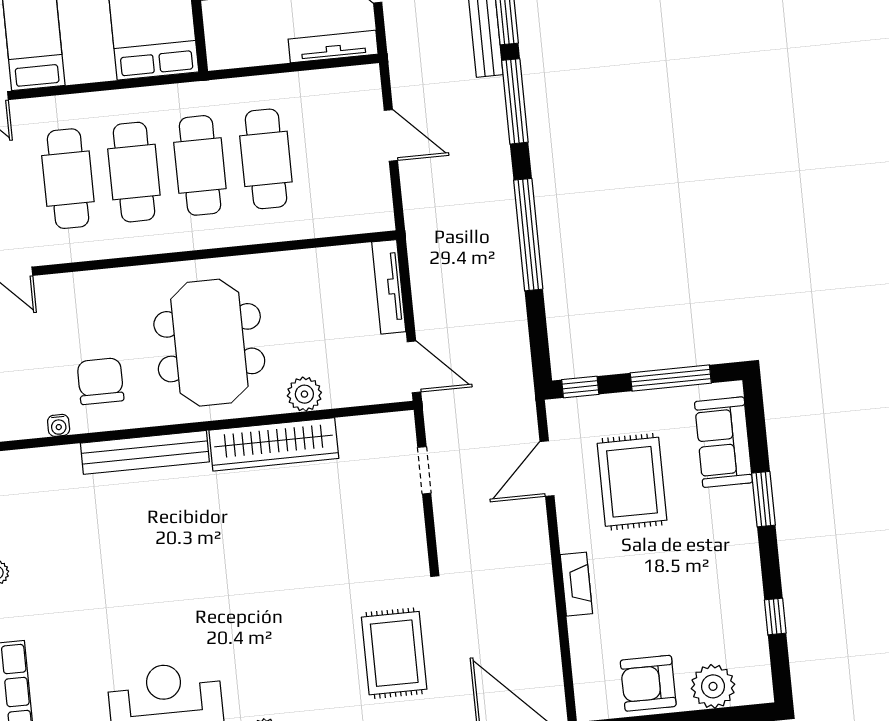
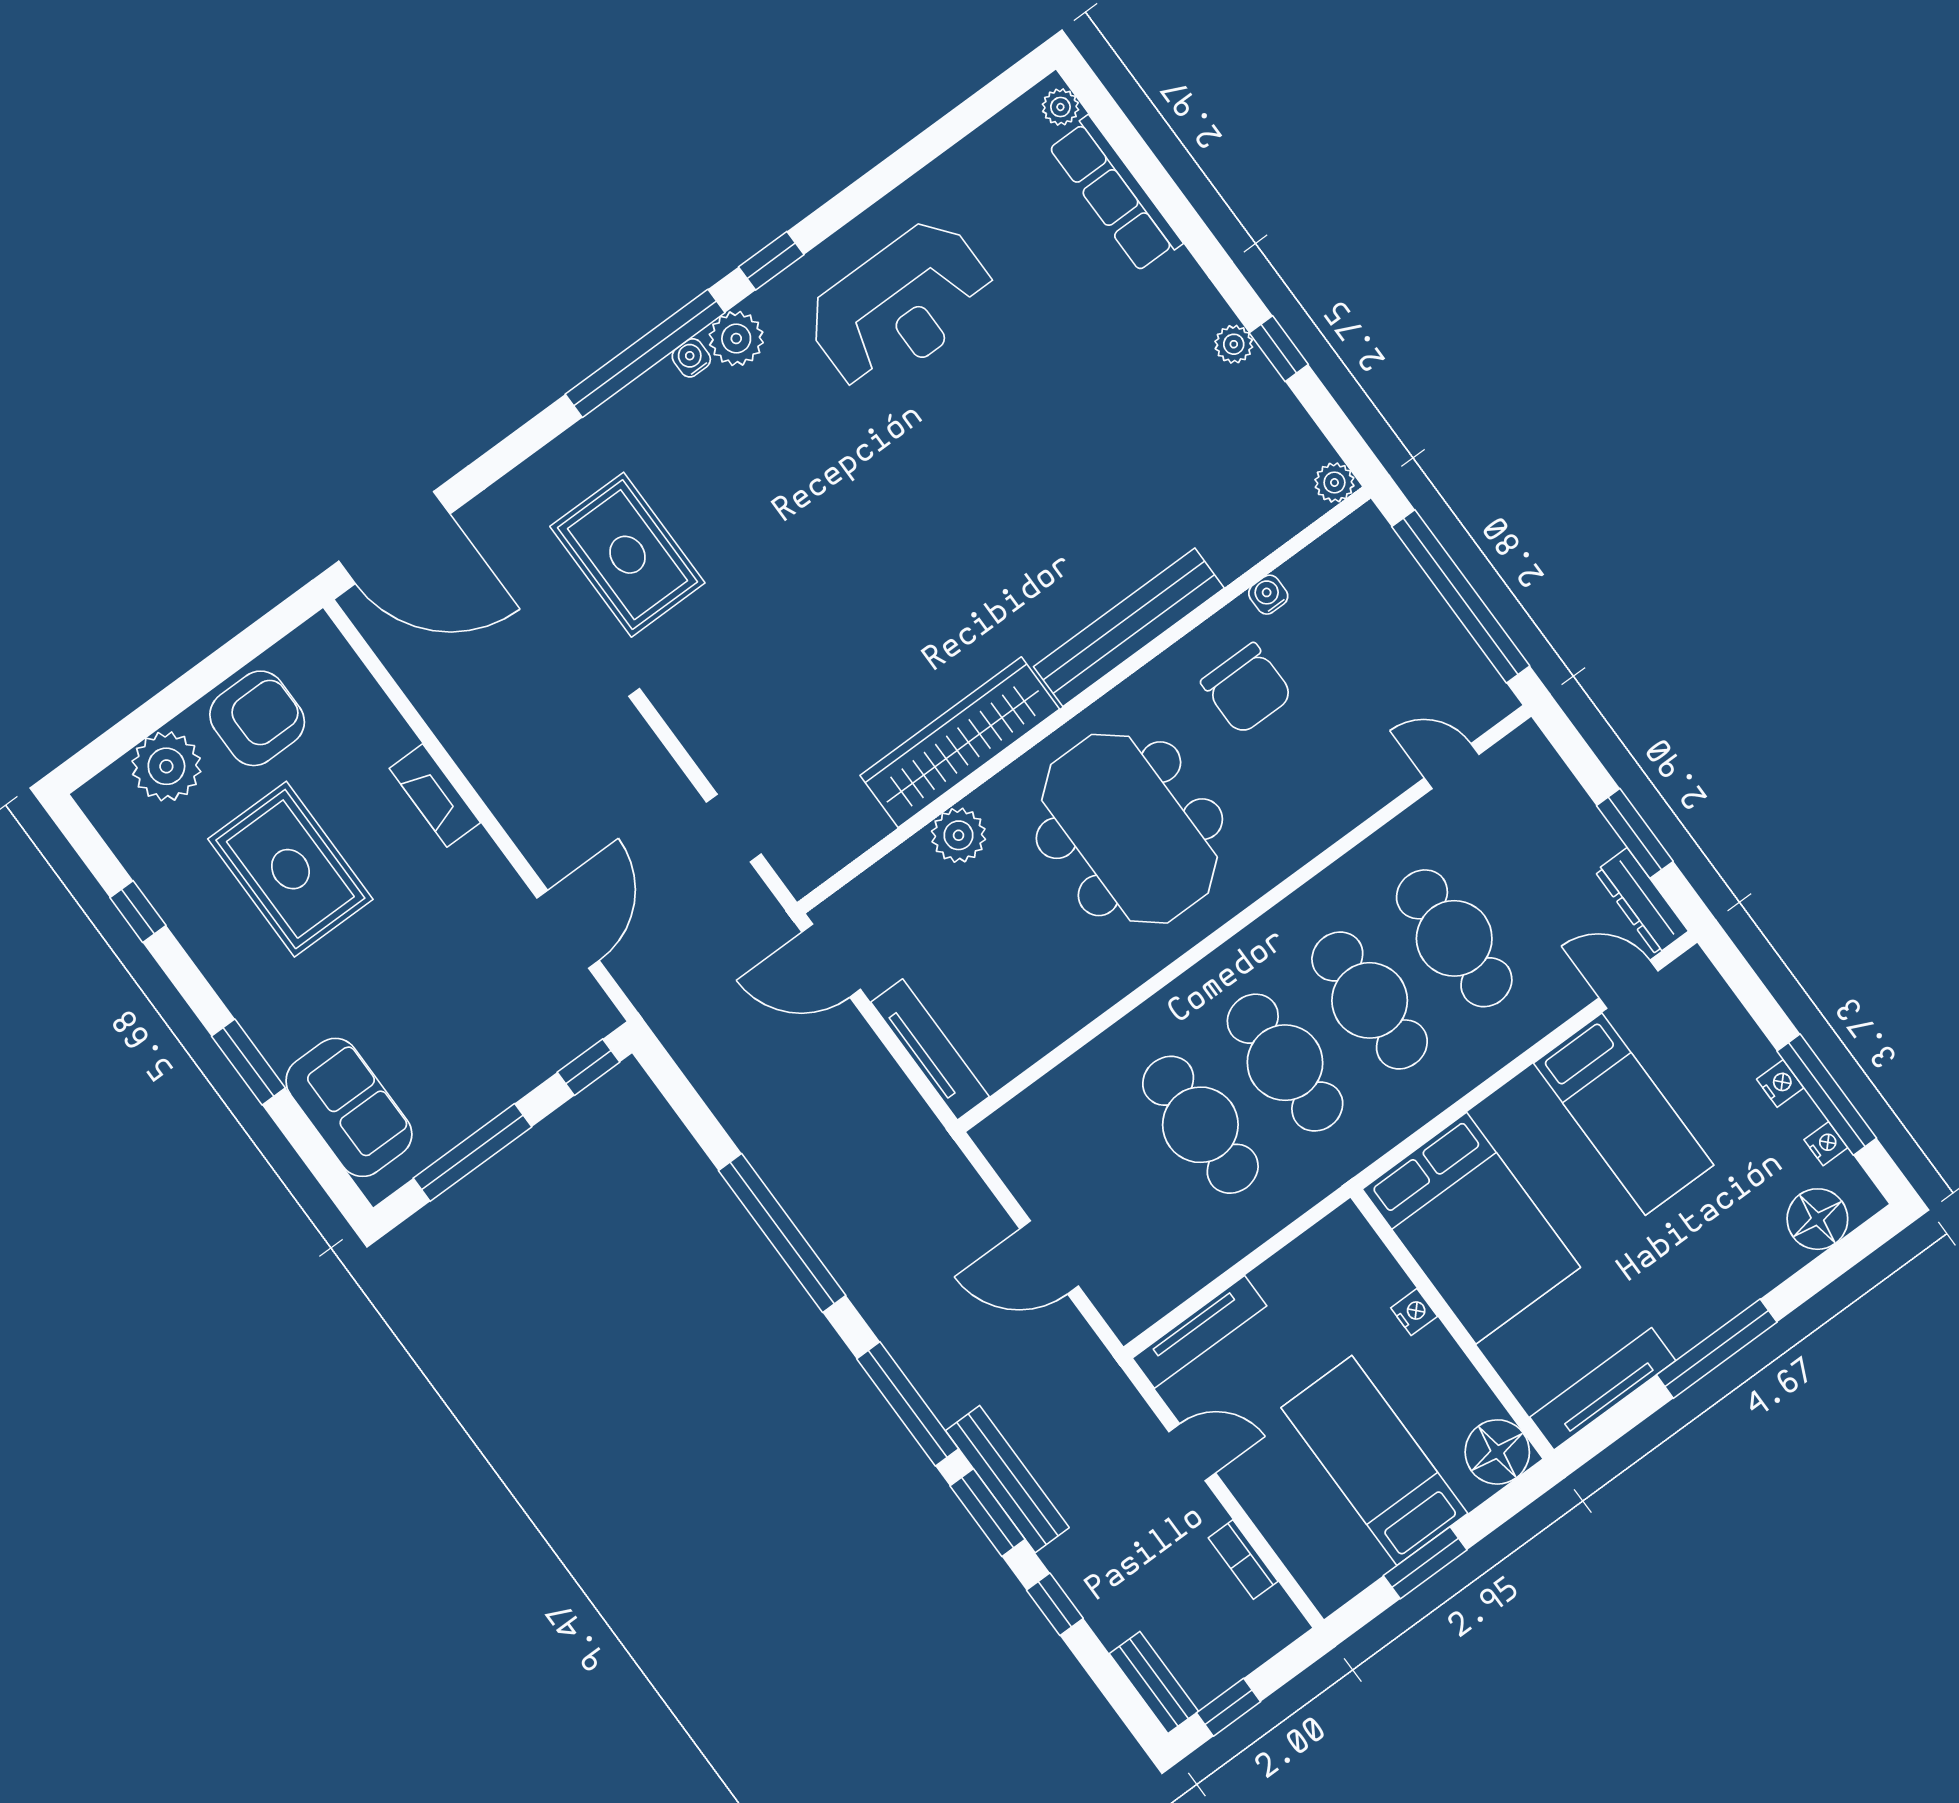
rug: (632, 482) -> (290, 869), moved

